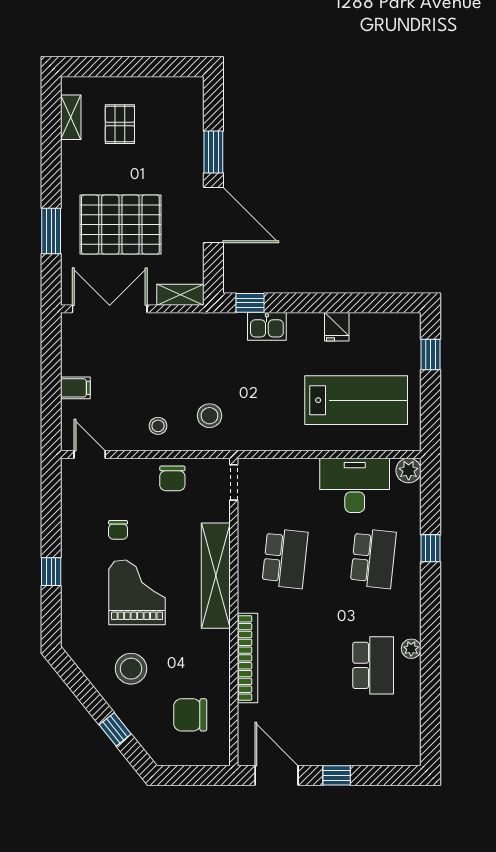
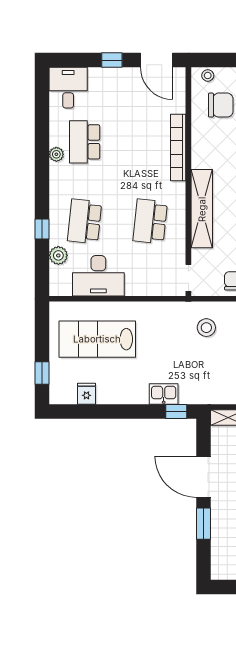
fridge: (337, 327) -> (86, 394), moved
plant: (409, 470) -> (58, 255), moved
desk: (395, 738) -> (68, 88), added
stool: (208, 755) -> (208, 75), added

